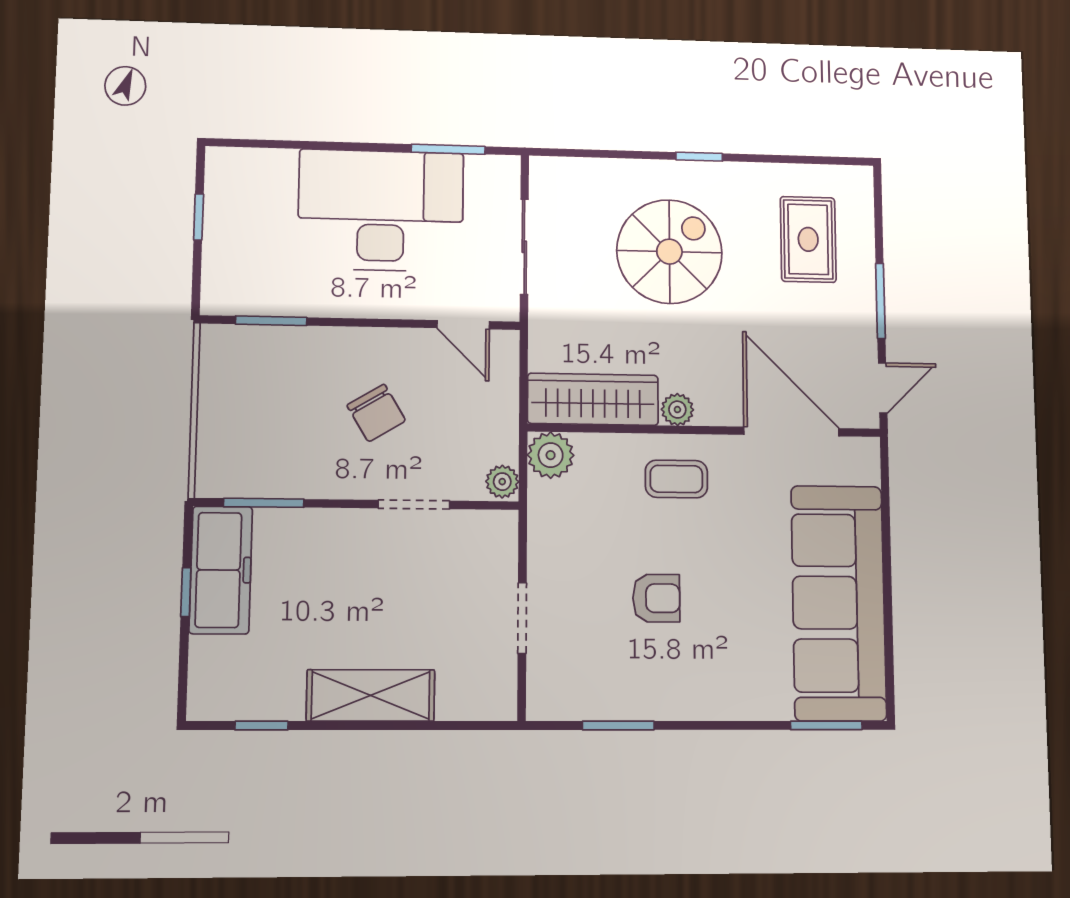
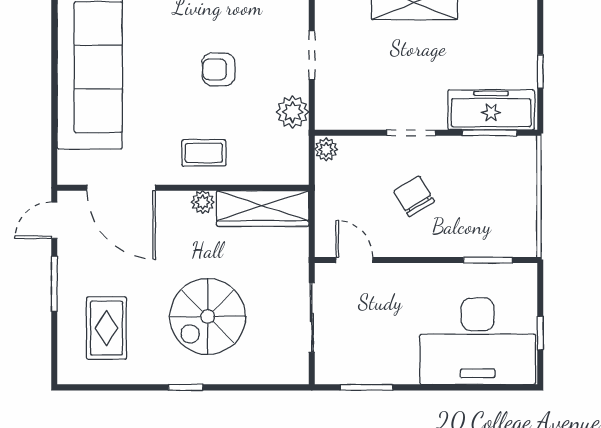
desk: (381, 210) -> (478, 341), moved
plant: (551, 455) -> (292, 112), moved
doorway: (414, 505) -> (411, 133), moved
freezer: (221, 570) -> (491, 110), moved, turned 90

